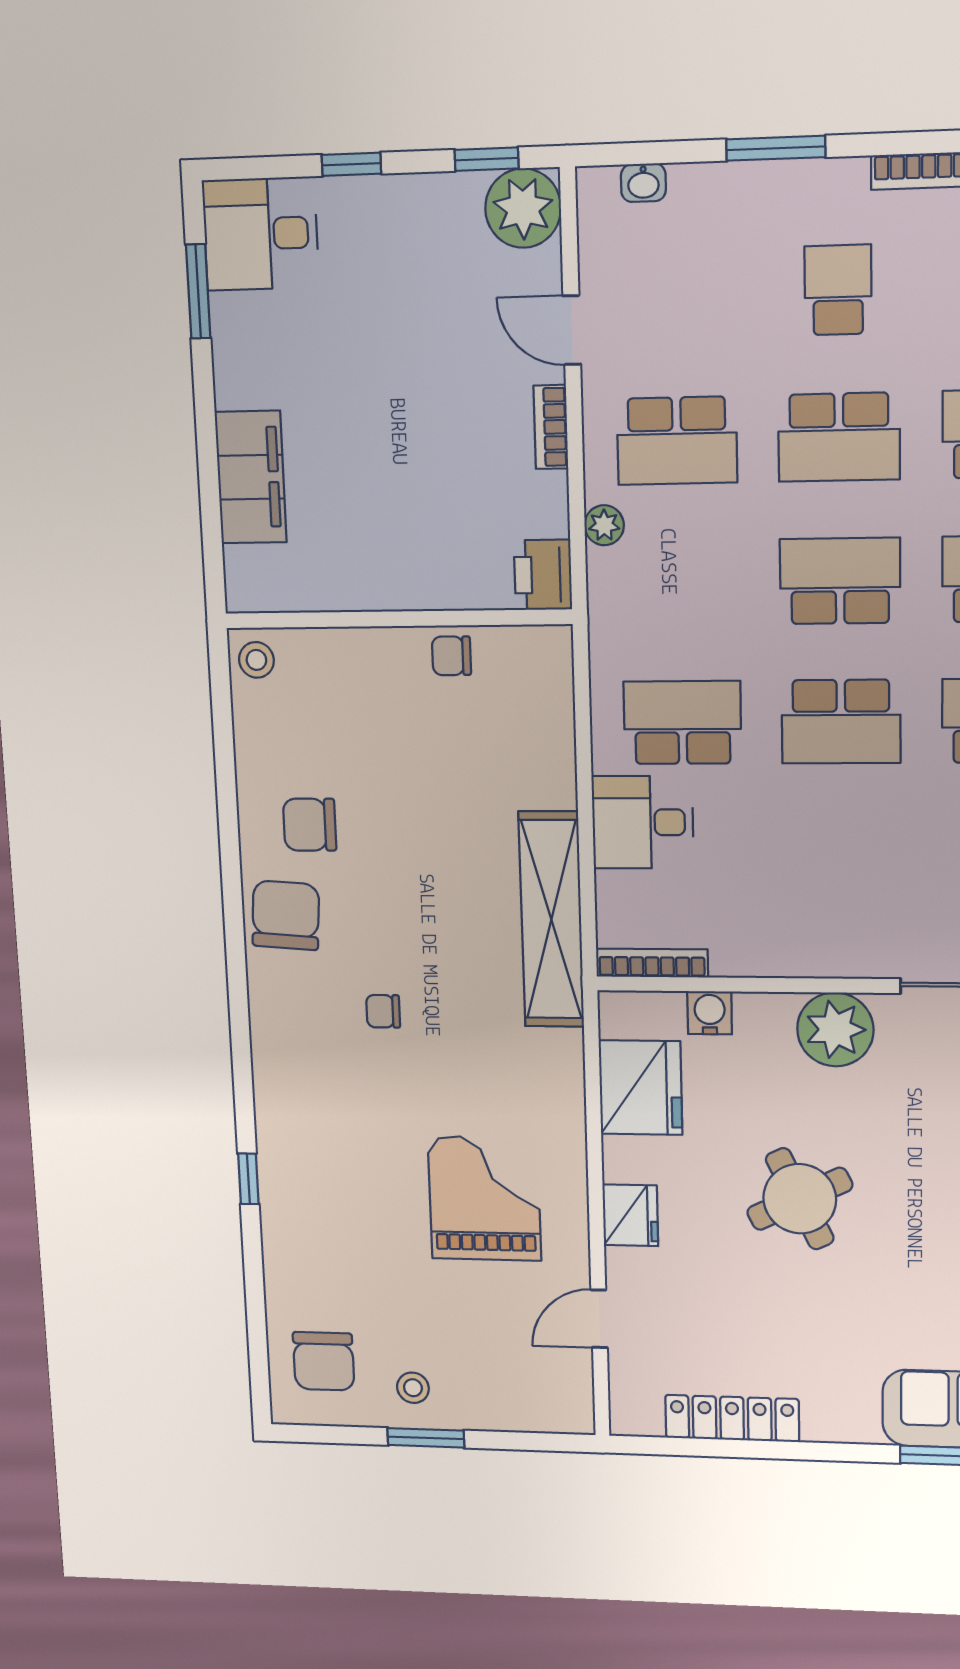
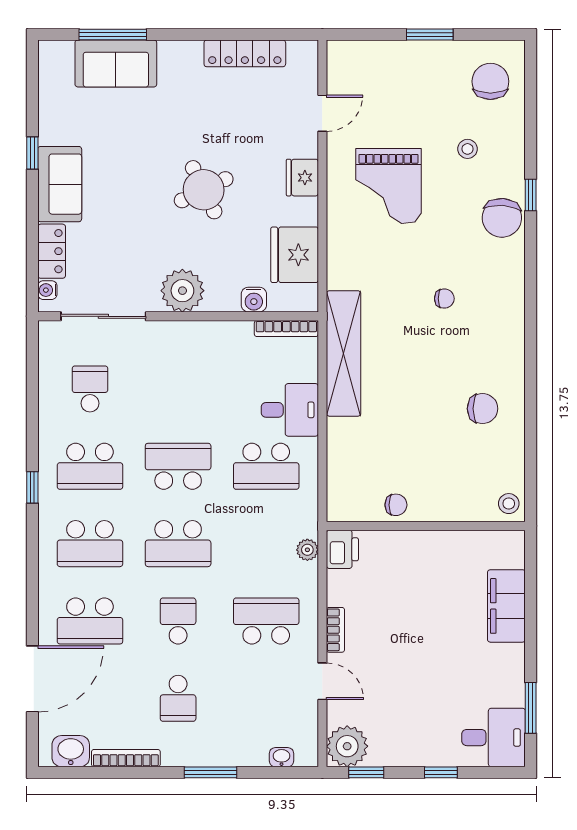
school desk: (839, 437) -> (178, 621), width x0.54
plant: (604, 525) -> (307, 550), moved
chair: (286, 915) -> (502, 218), moved
stool: (413, 1388) -> (468, 149), moved

